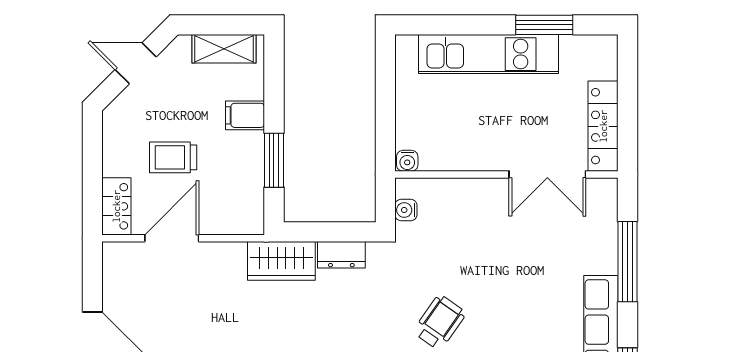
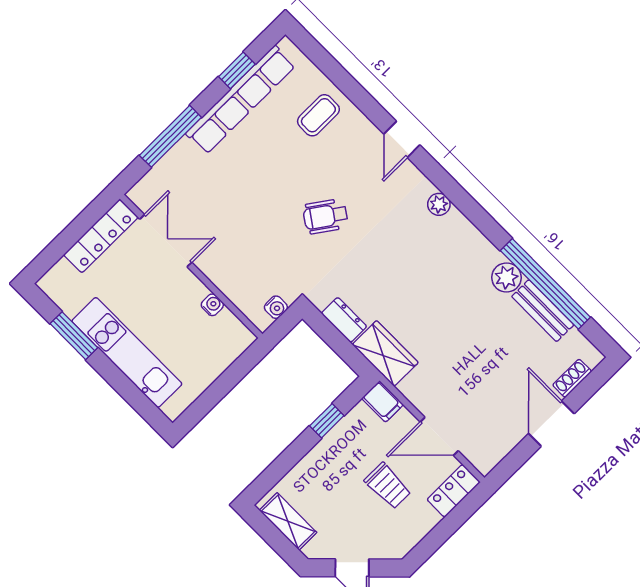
filing cabinet: (245, 115) -> (383, 401), moved
window: (274, 160) -> (327, 421), width x0.67
water cooler: (407, 161) -> (212, 305), moved

